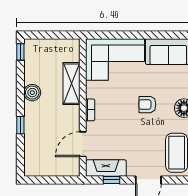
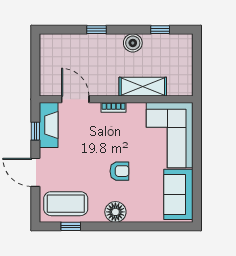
window: (20, 52) -> (160, 30), moved
armchair: (147, 105) -> (119, 171), turned 90

